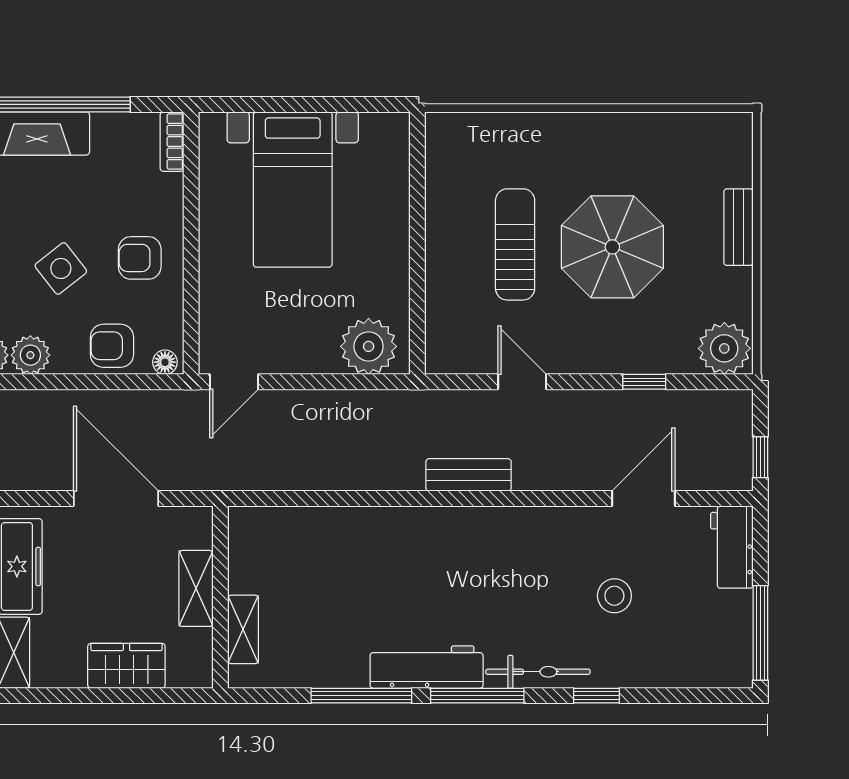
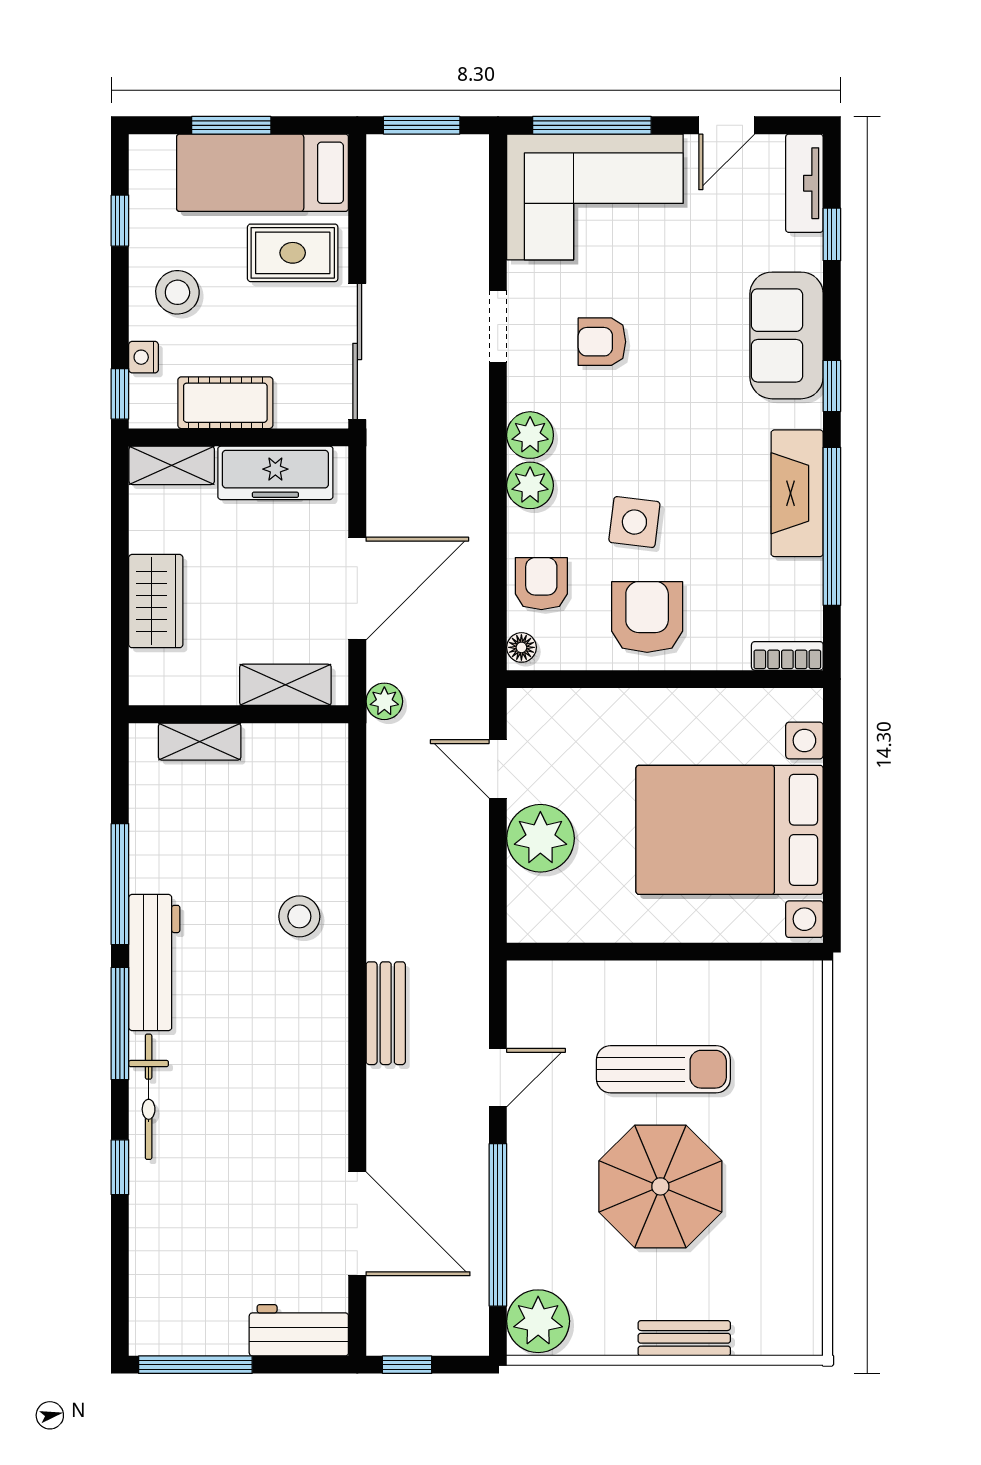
bed with nightstands: (293, 189) -> (730, 830), width x1.36
armchair: (140, 258) -> (647, 617), width x1.38, depth x1.38
side table: (61, 268) -> (634, 522), turned 45
plant: (369, 346) -> (540, 838), moved
door: (234, 382) -> (498, 769), moved
window: (644, 382) -> (498, 1225), width x3.17
plant: (210, 476) -> (384, 701), added
door: (643, 499) -> (357, 1224), width x1.36
shelving: (196, 588) -> (285, 685), moved
stool: (614, 596) -> (299, 916), moved

